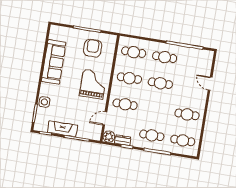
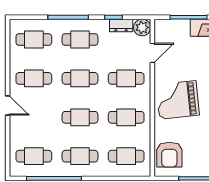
armchair: (93, 48) -> (169, 155), moved
cafe table: (196, 62) -> (34, 156), added
grand piano: (93, 84) -> (178, 100), turned 84
door: (210, 84) -> (8, 106), moved
cafe table: (156, 109) -> (80, 78), added

